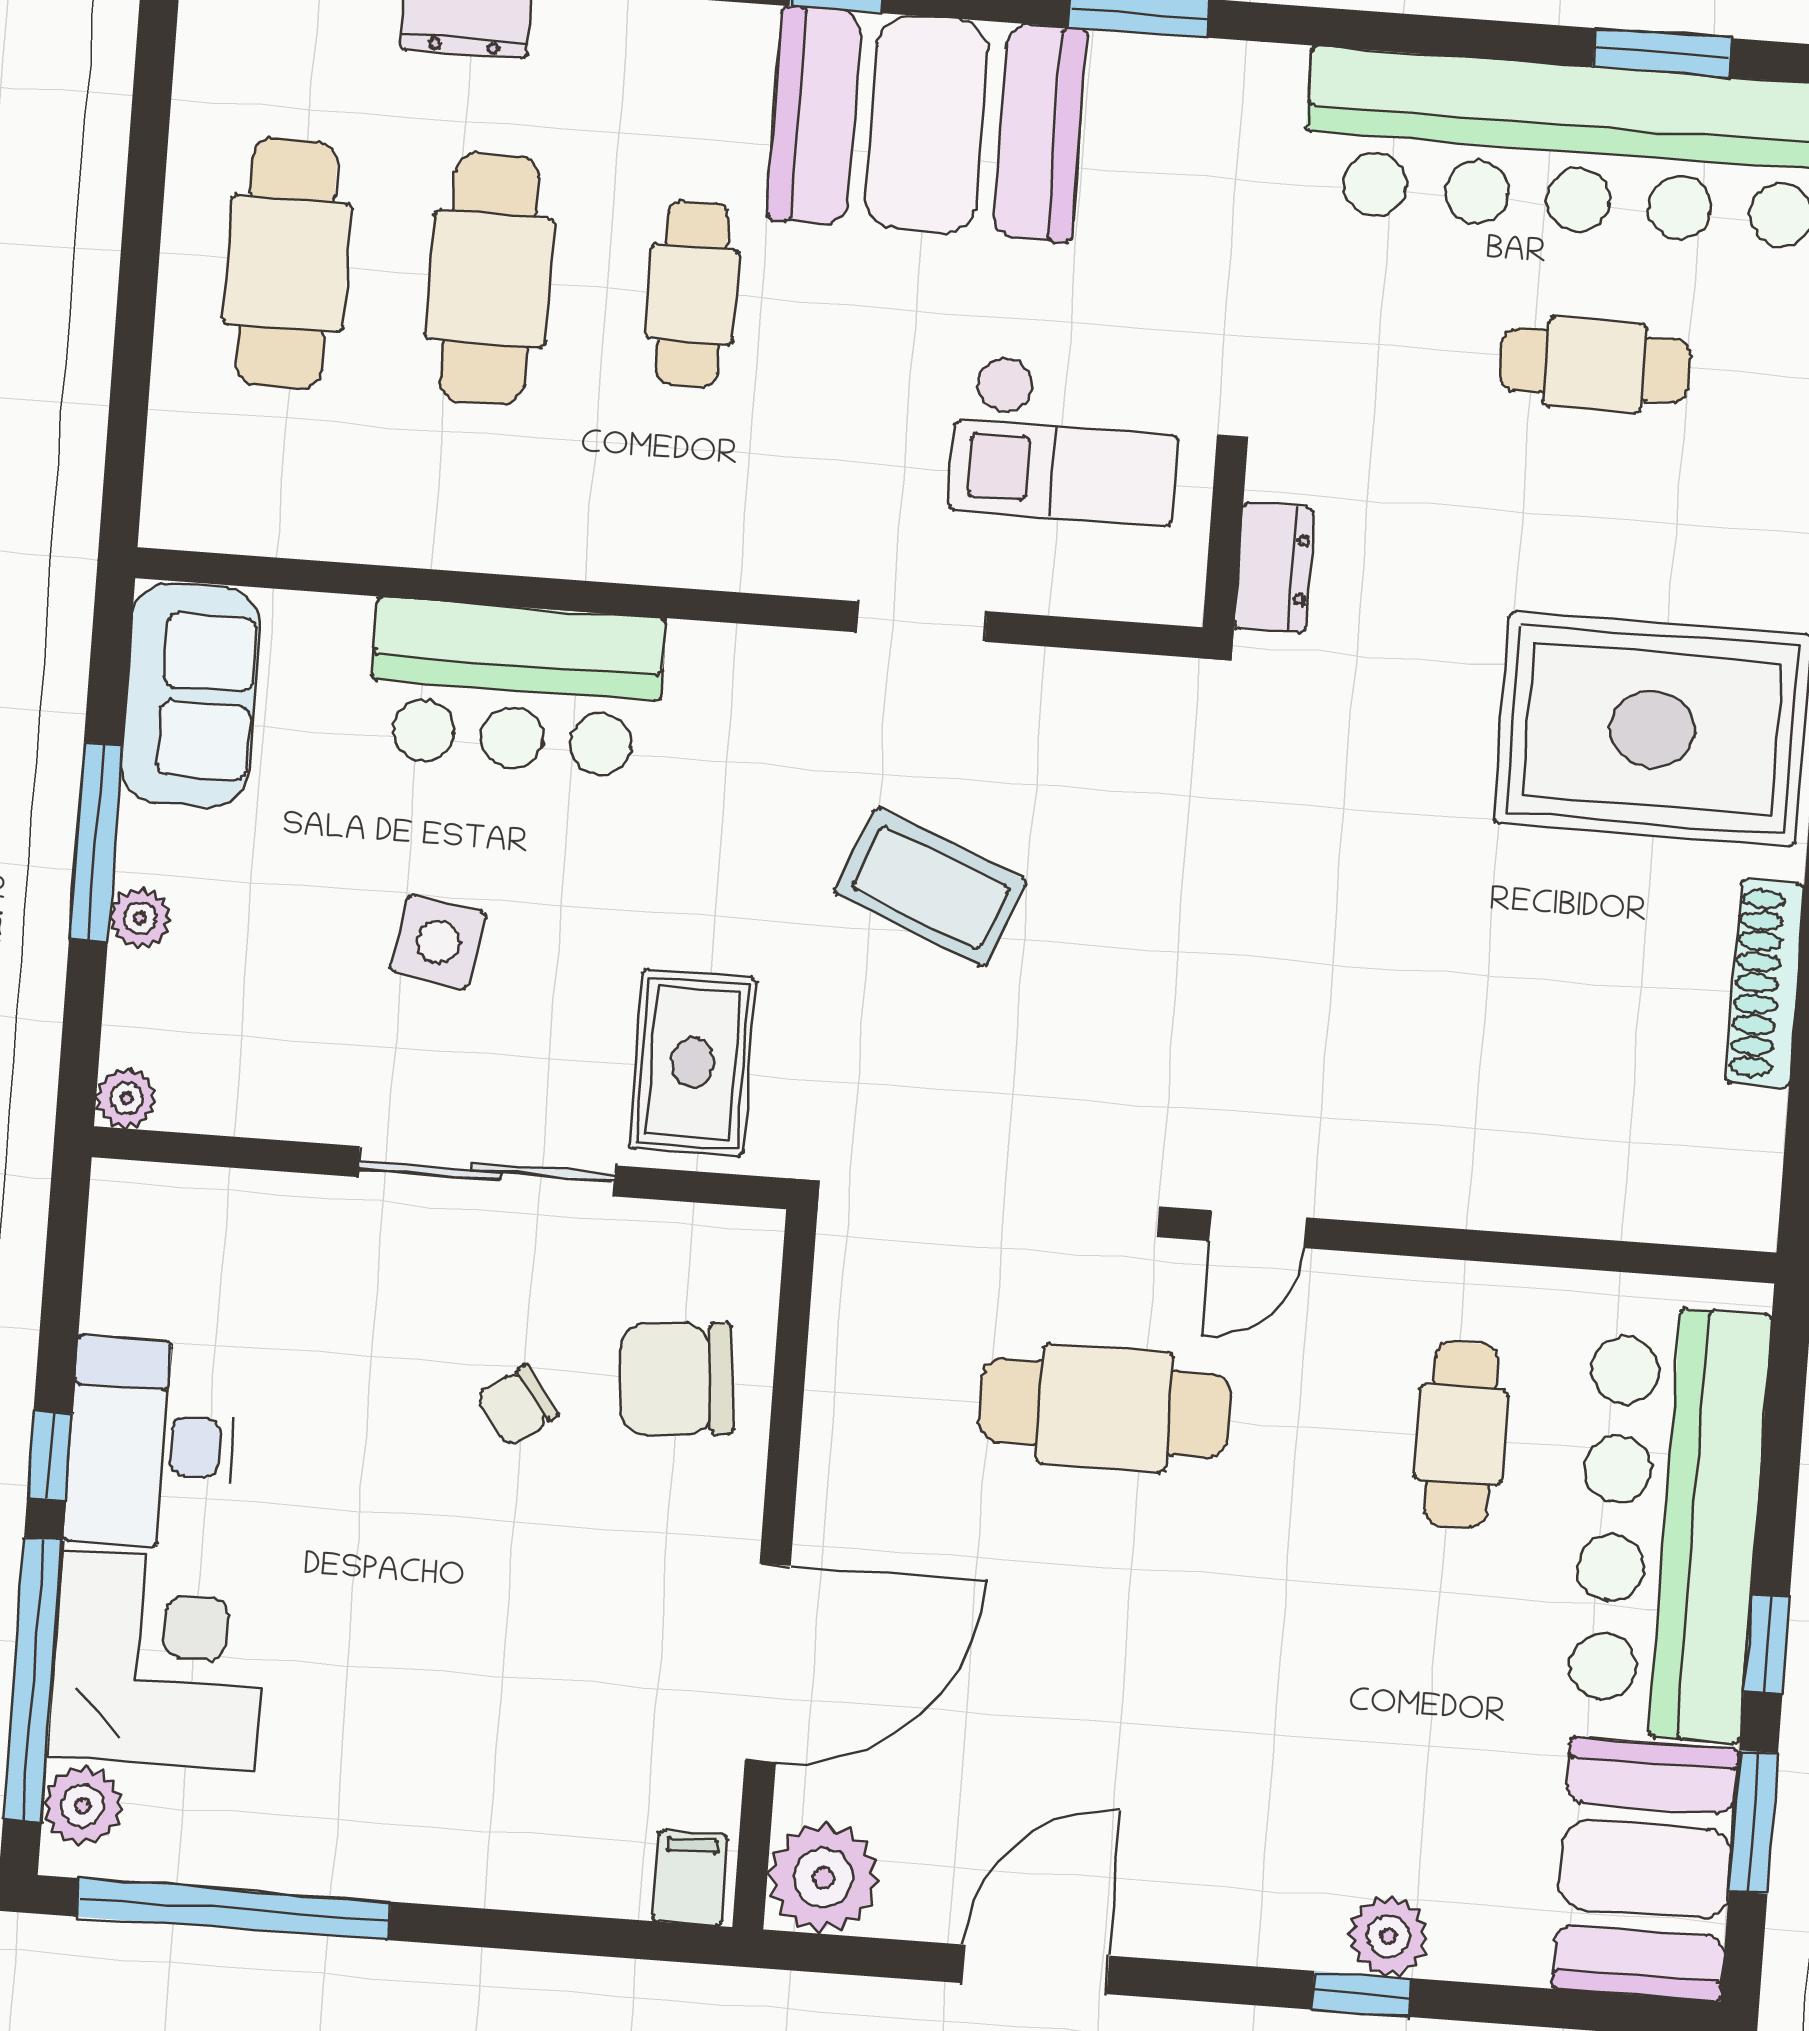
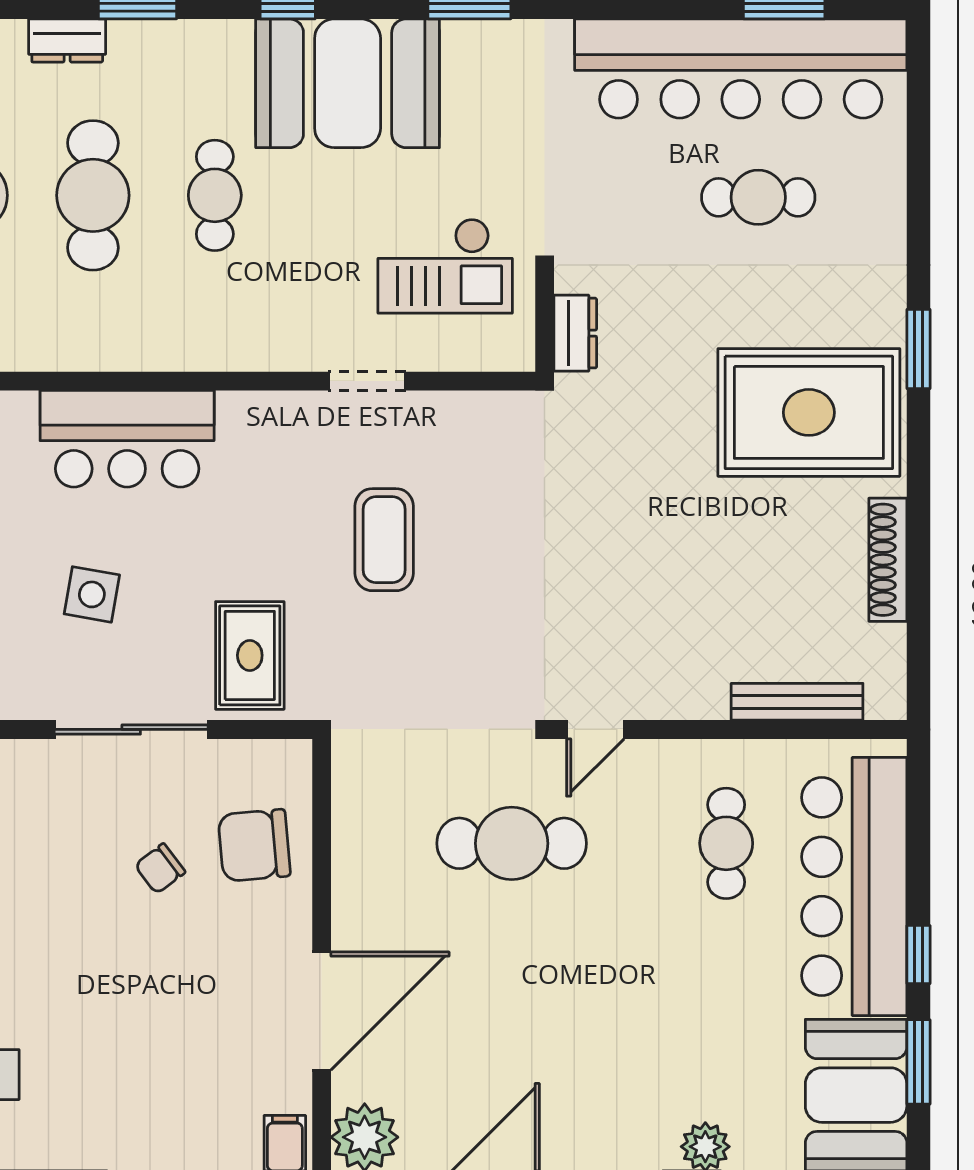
coffee table: (931, 887) -> (384, 540), turned 68
bench: (1597, 1208) -> (797, 702), added

